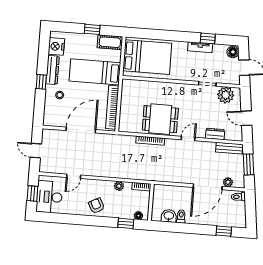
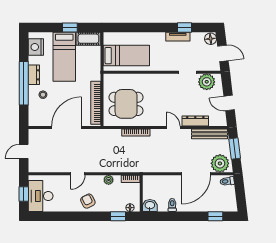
bed: (147, 57) -> (126, 56), width x0.67
dresser: (53, 70) -> (34, 75), width x0.70
bed: (95, 72) -> (64, 57), moved, turned -90
window: (41, 82) -> (24, 83), width x3.17
dining table: (160, 119) -> (126, 104), moved
dresser: (215, 134) -> (195, 121), width x1.44
door: (188, 138) -> (173, 128), hinge flipped
bench: (229, 148) -> (210, 134), width x1.36
door: (36, 151) -> (24, 151), hinge flipped
door: (74, 176) -> (78, 174), moved
plant: (228, 182) -> (220, 163), width x1.87, depth x1.87
washbasin: (169, 216) -> (150, 205), moved

